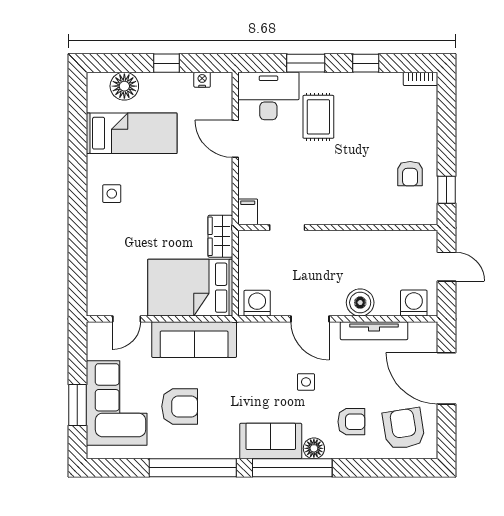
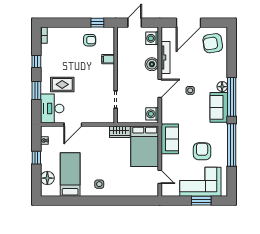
filing cabinet: (248, 212) -> (108, 59), moved
sofa: (194, 340) -> (170, 139), width x0.73
armchair: (351, 422) -> (209, 68), removed

